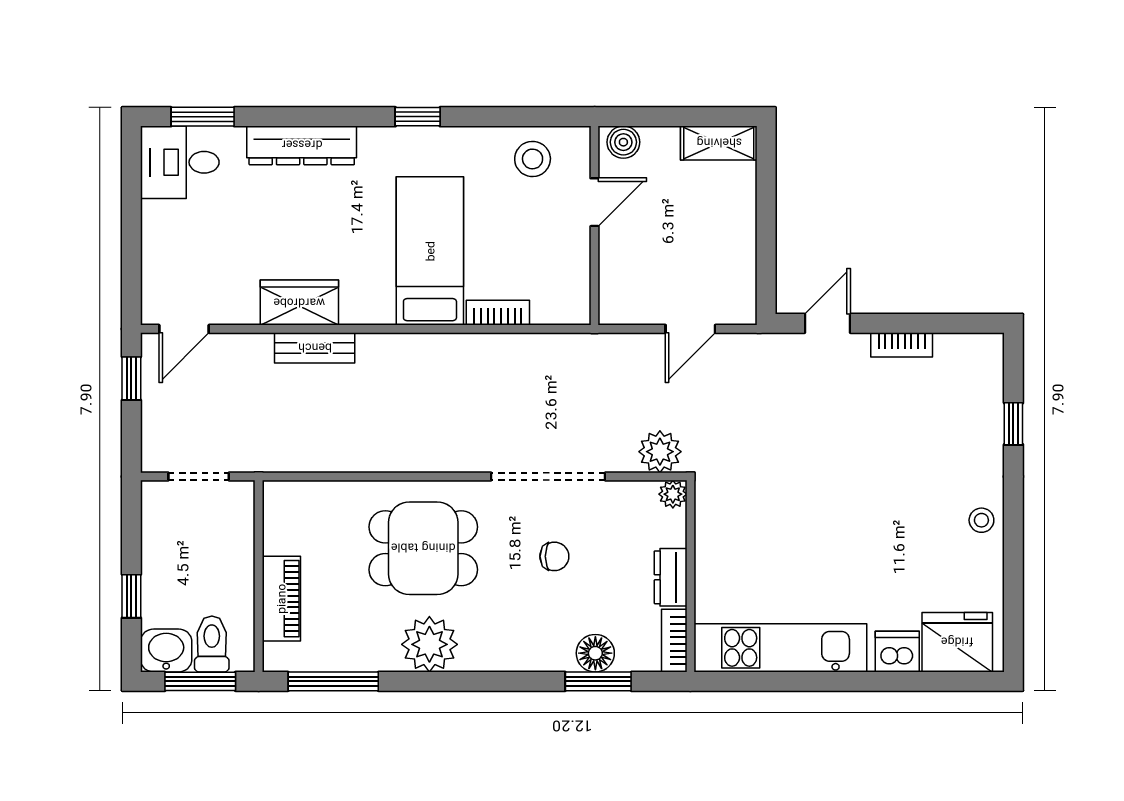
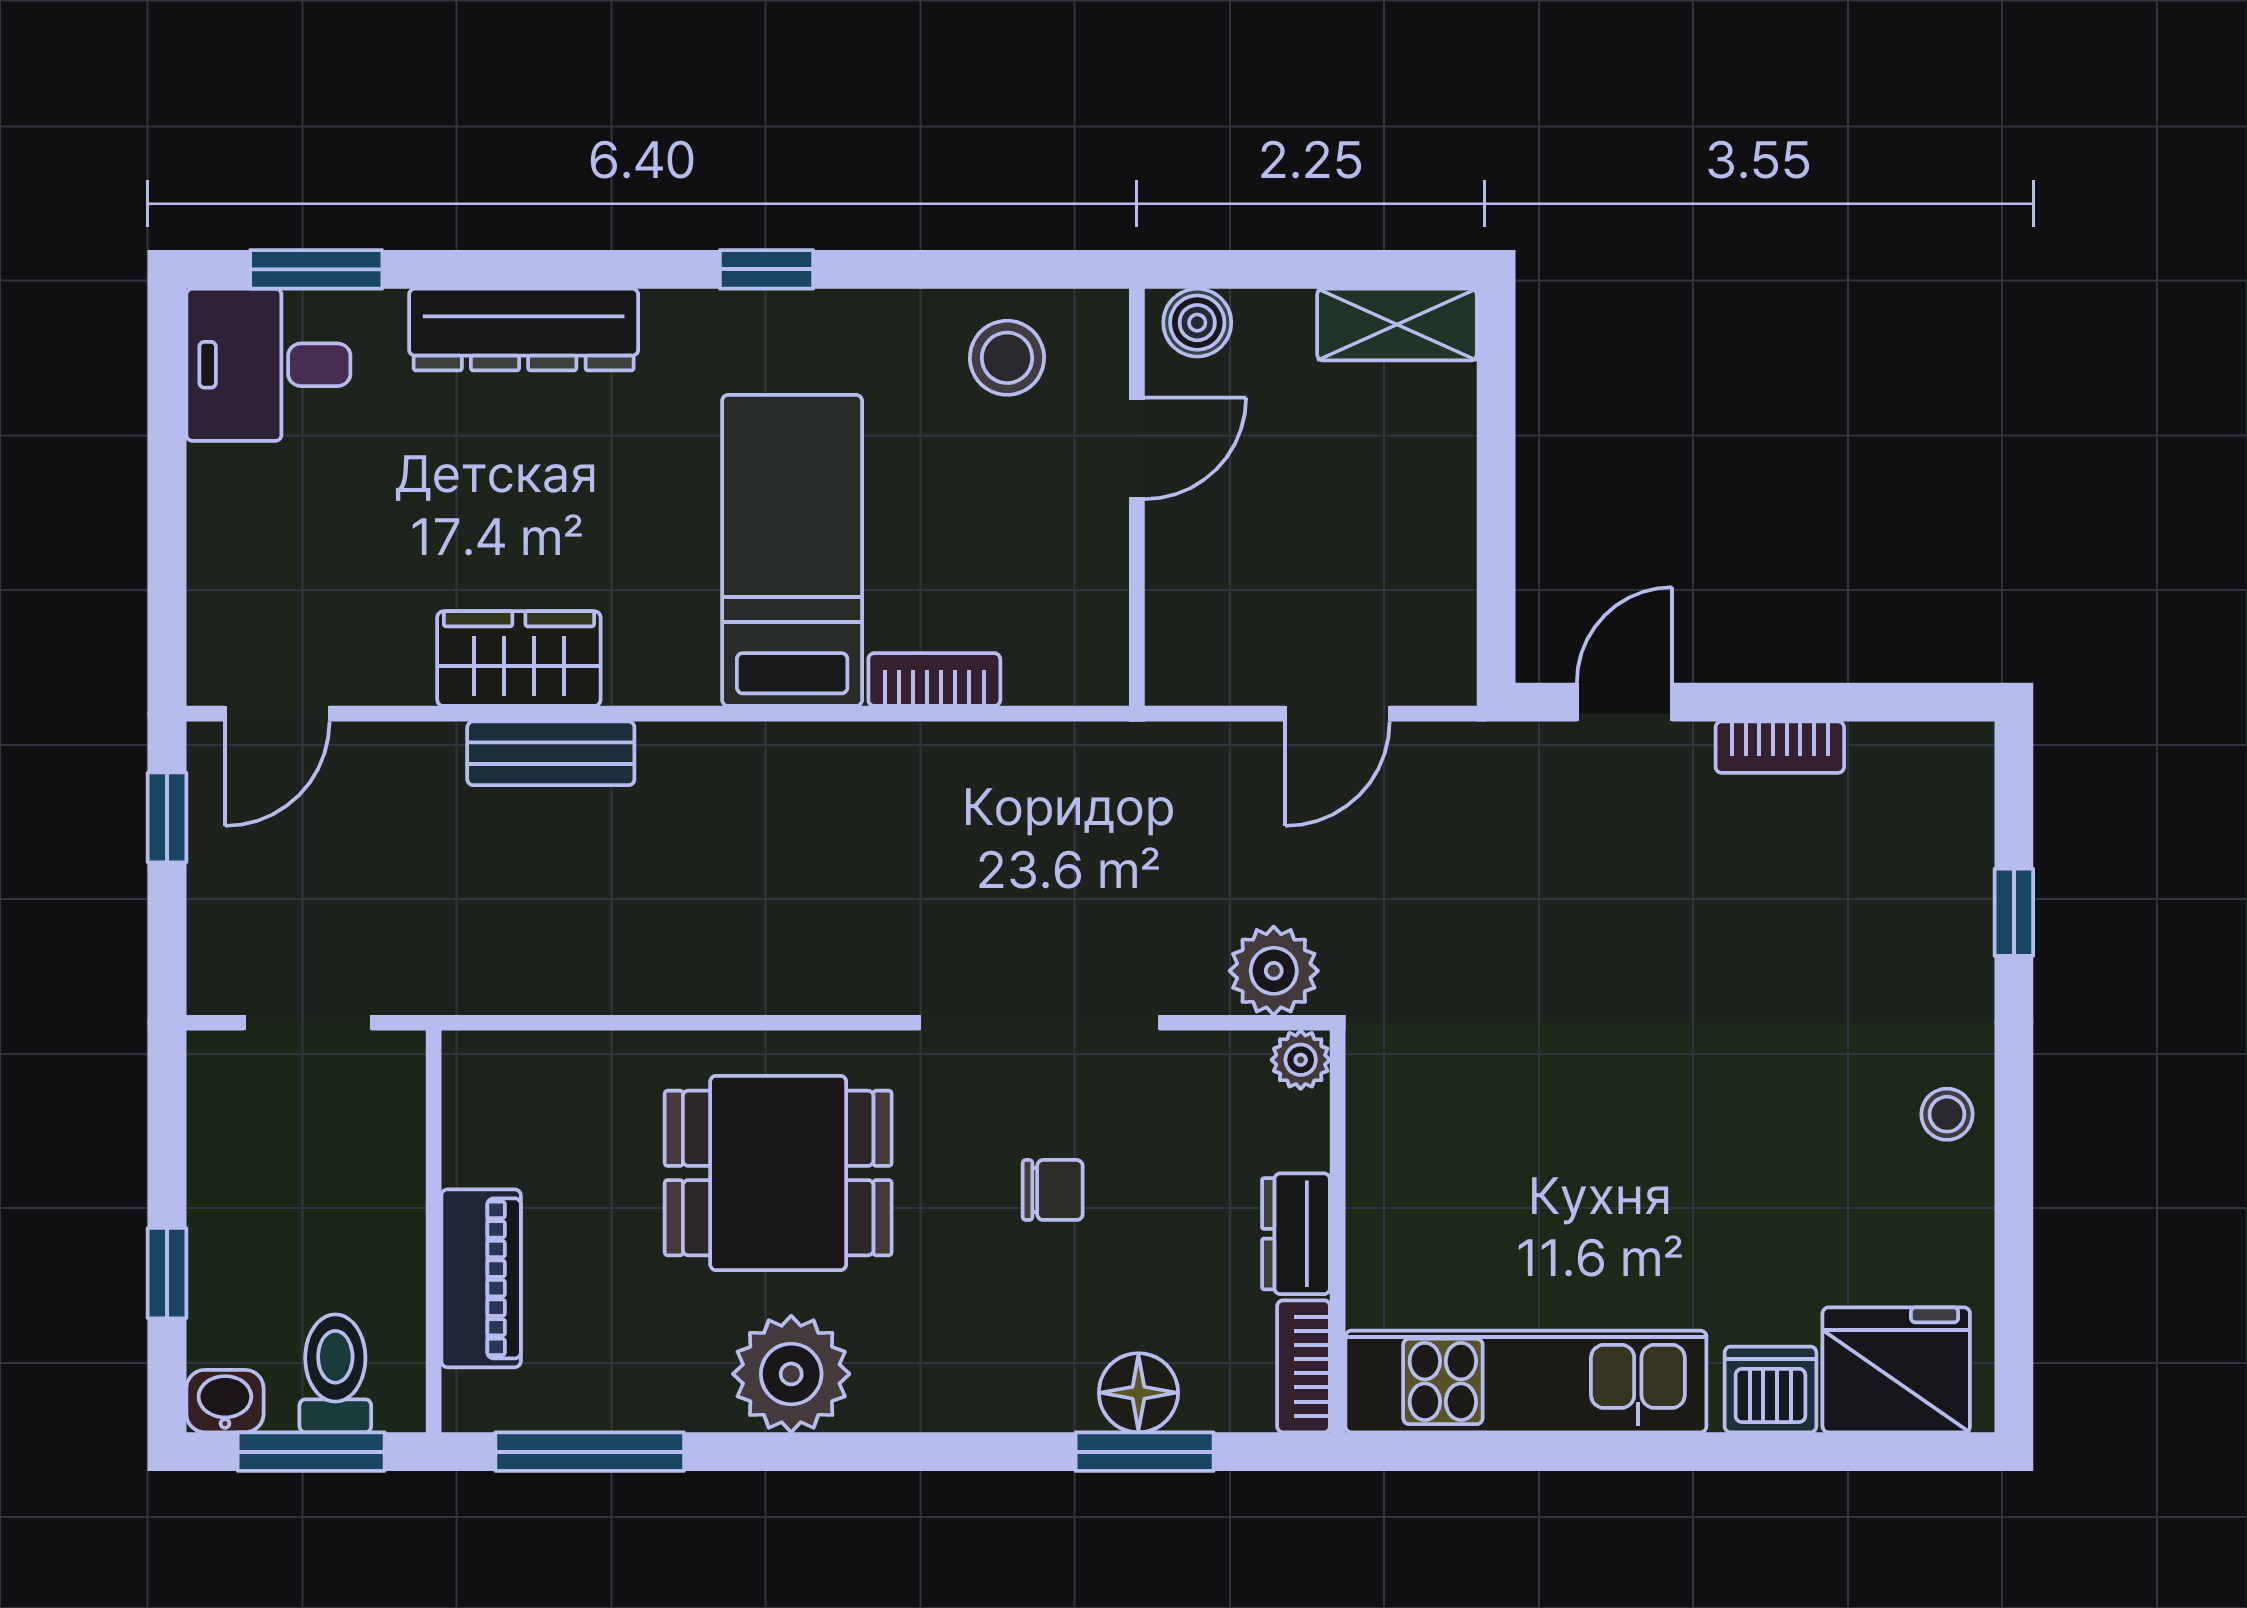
washbasin: (166, 651) -> (225, 1401), width x0.72, depth x0.69

